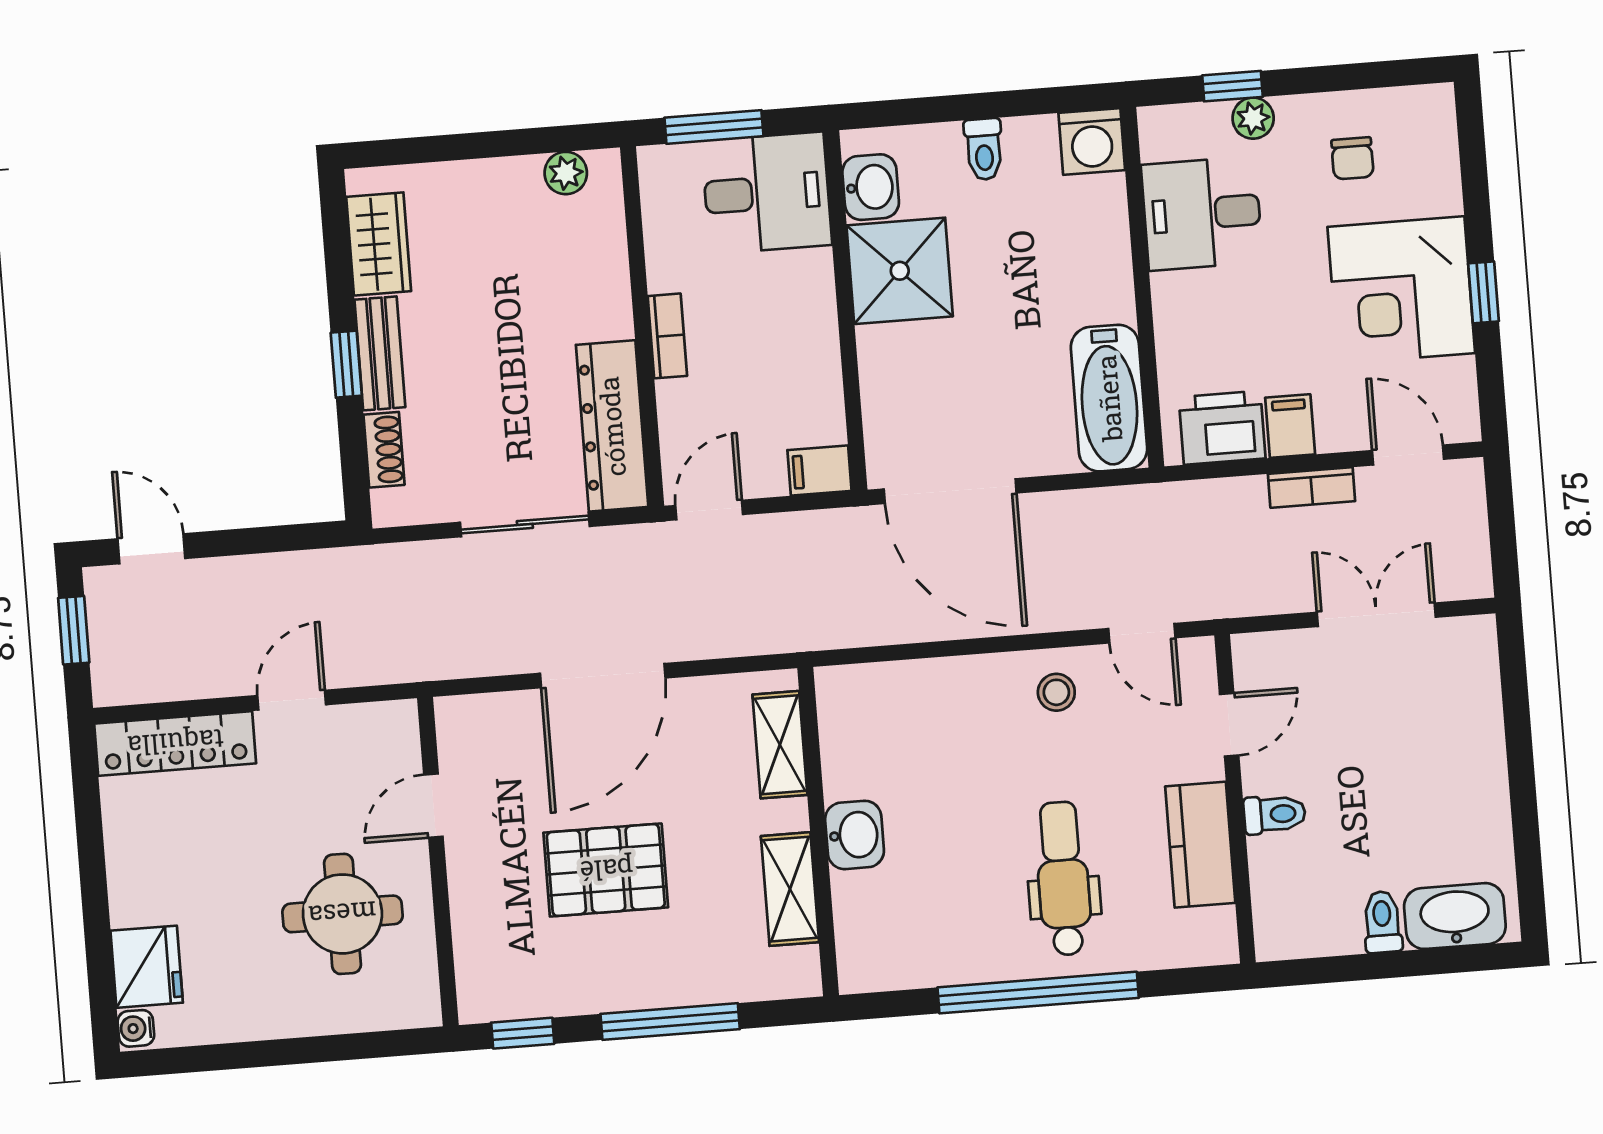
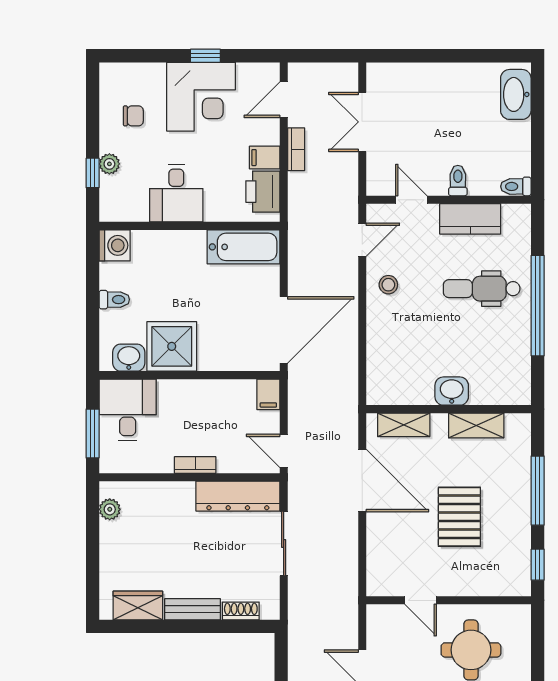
desk: (1202, 214) -> (176, 193), moved
window: (346, 364) -> (197, 626), removed
door: (603, 676) -> (362, 481), moved
toilet: (1382, 922) -> (516, 186), moved

